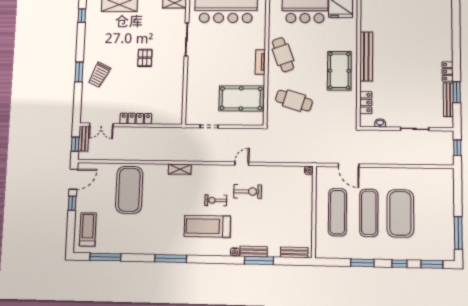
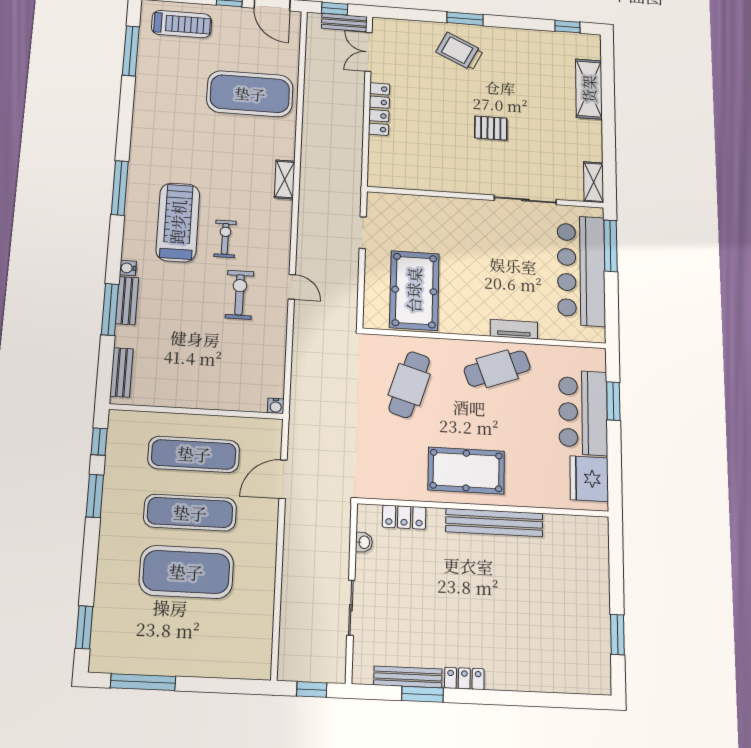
tv unit: (260, 62) -> (514, 329), moved
exercise bike: (248, 191) -> (239, 295), turned 180
window: (171, 259) -> (120, 188), moved
window: (400, 264) -> (99, 442), moved

